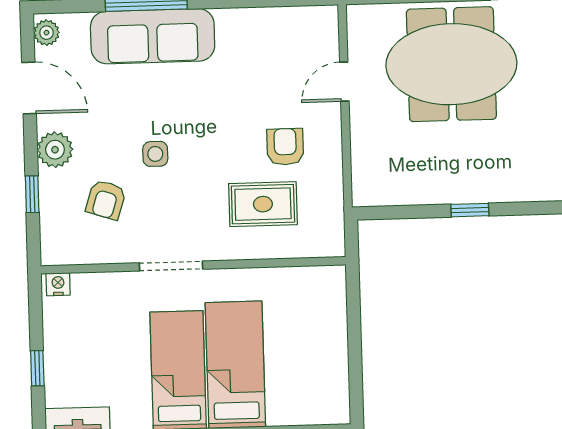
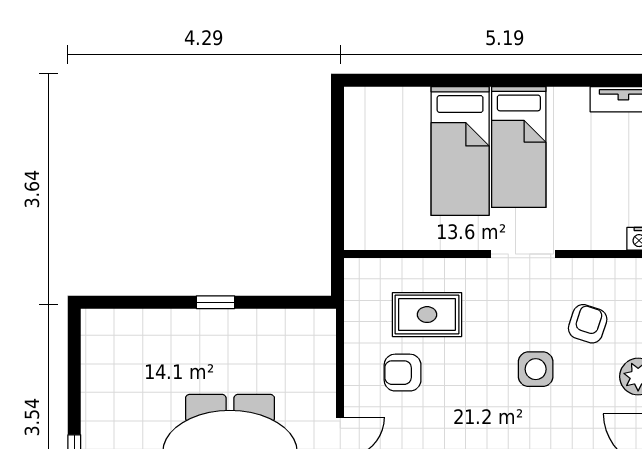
armchair: (285, 147) -> (403, 373), turned 90
side table: (155, 154) -> (536, 369), width x1.37, depth x1.37

